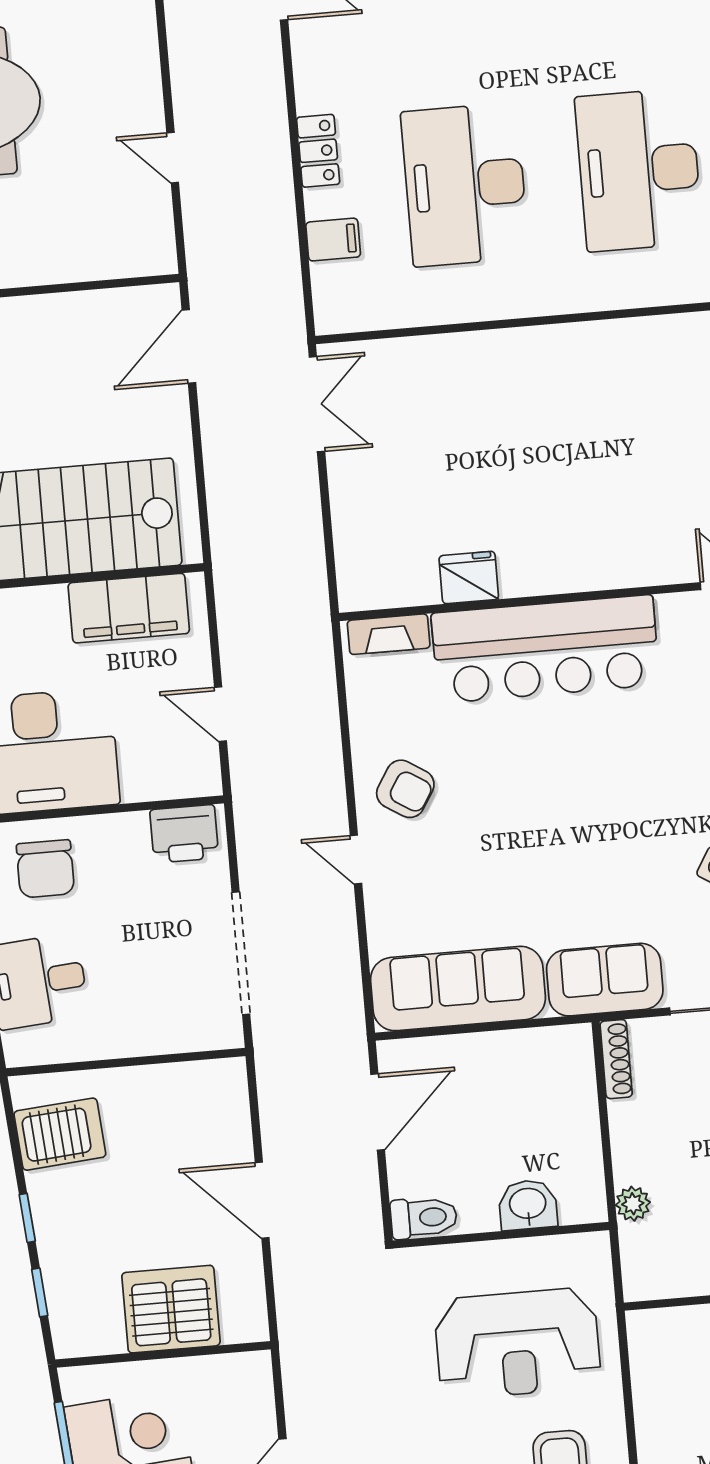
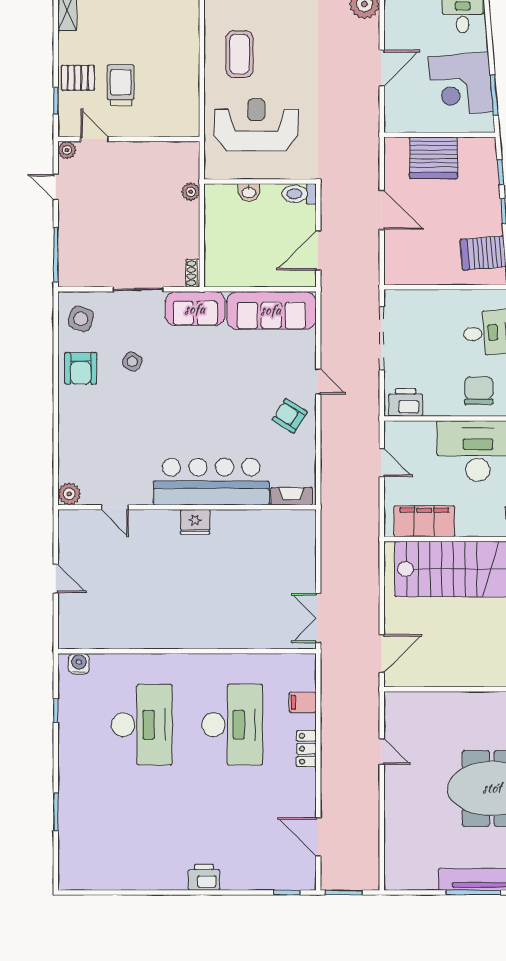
fridge: (469, 578) -> (195, 522), moved
shoe rack: (616, 1059) -> (193, 273), width x0.70
washbasin: (528, 1205) -> (249, 192), width x0.72, depth x0.69

